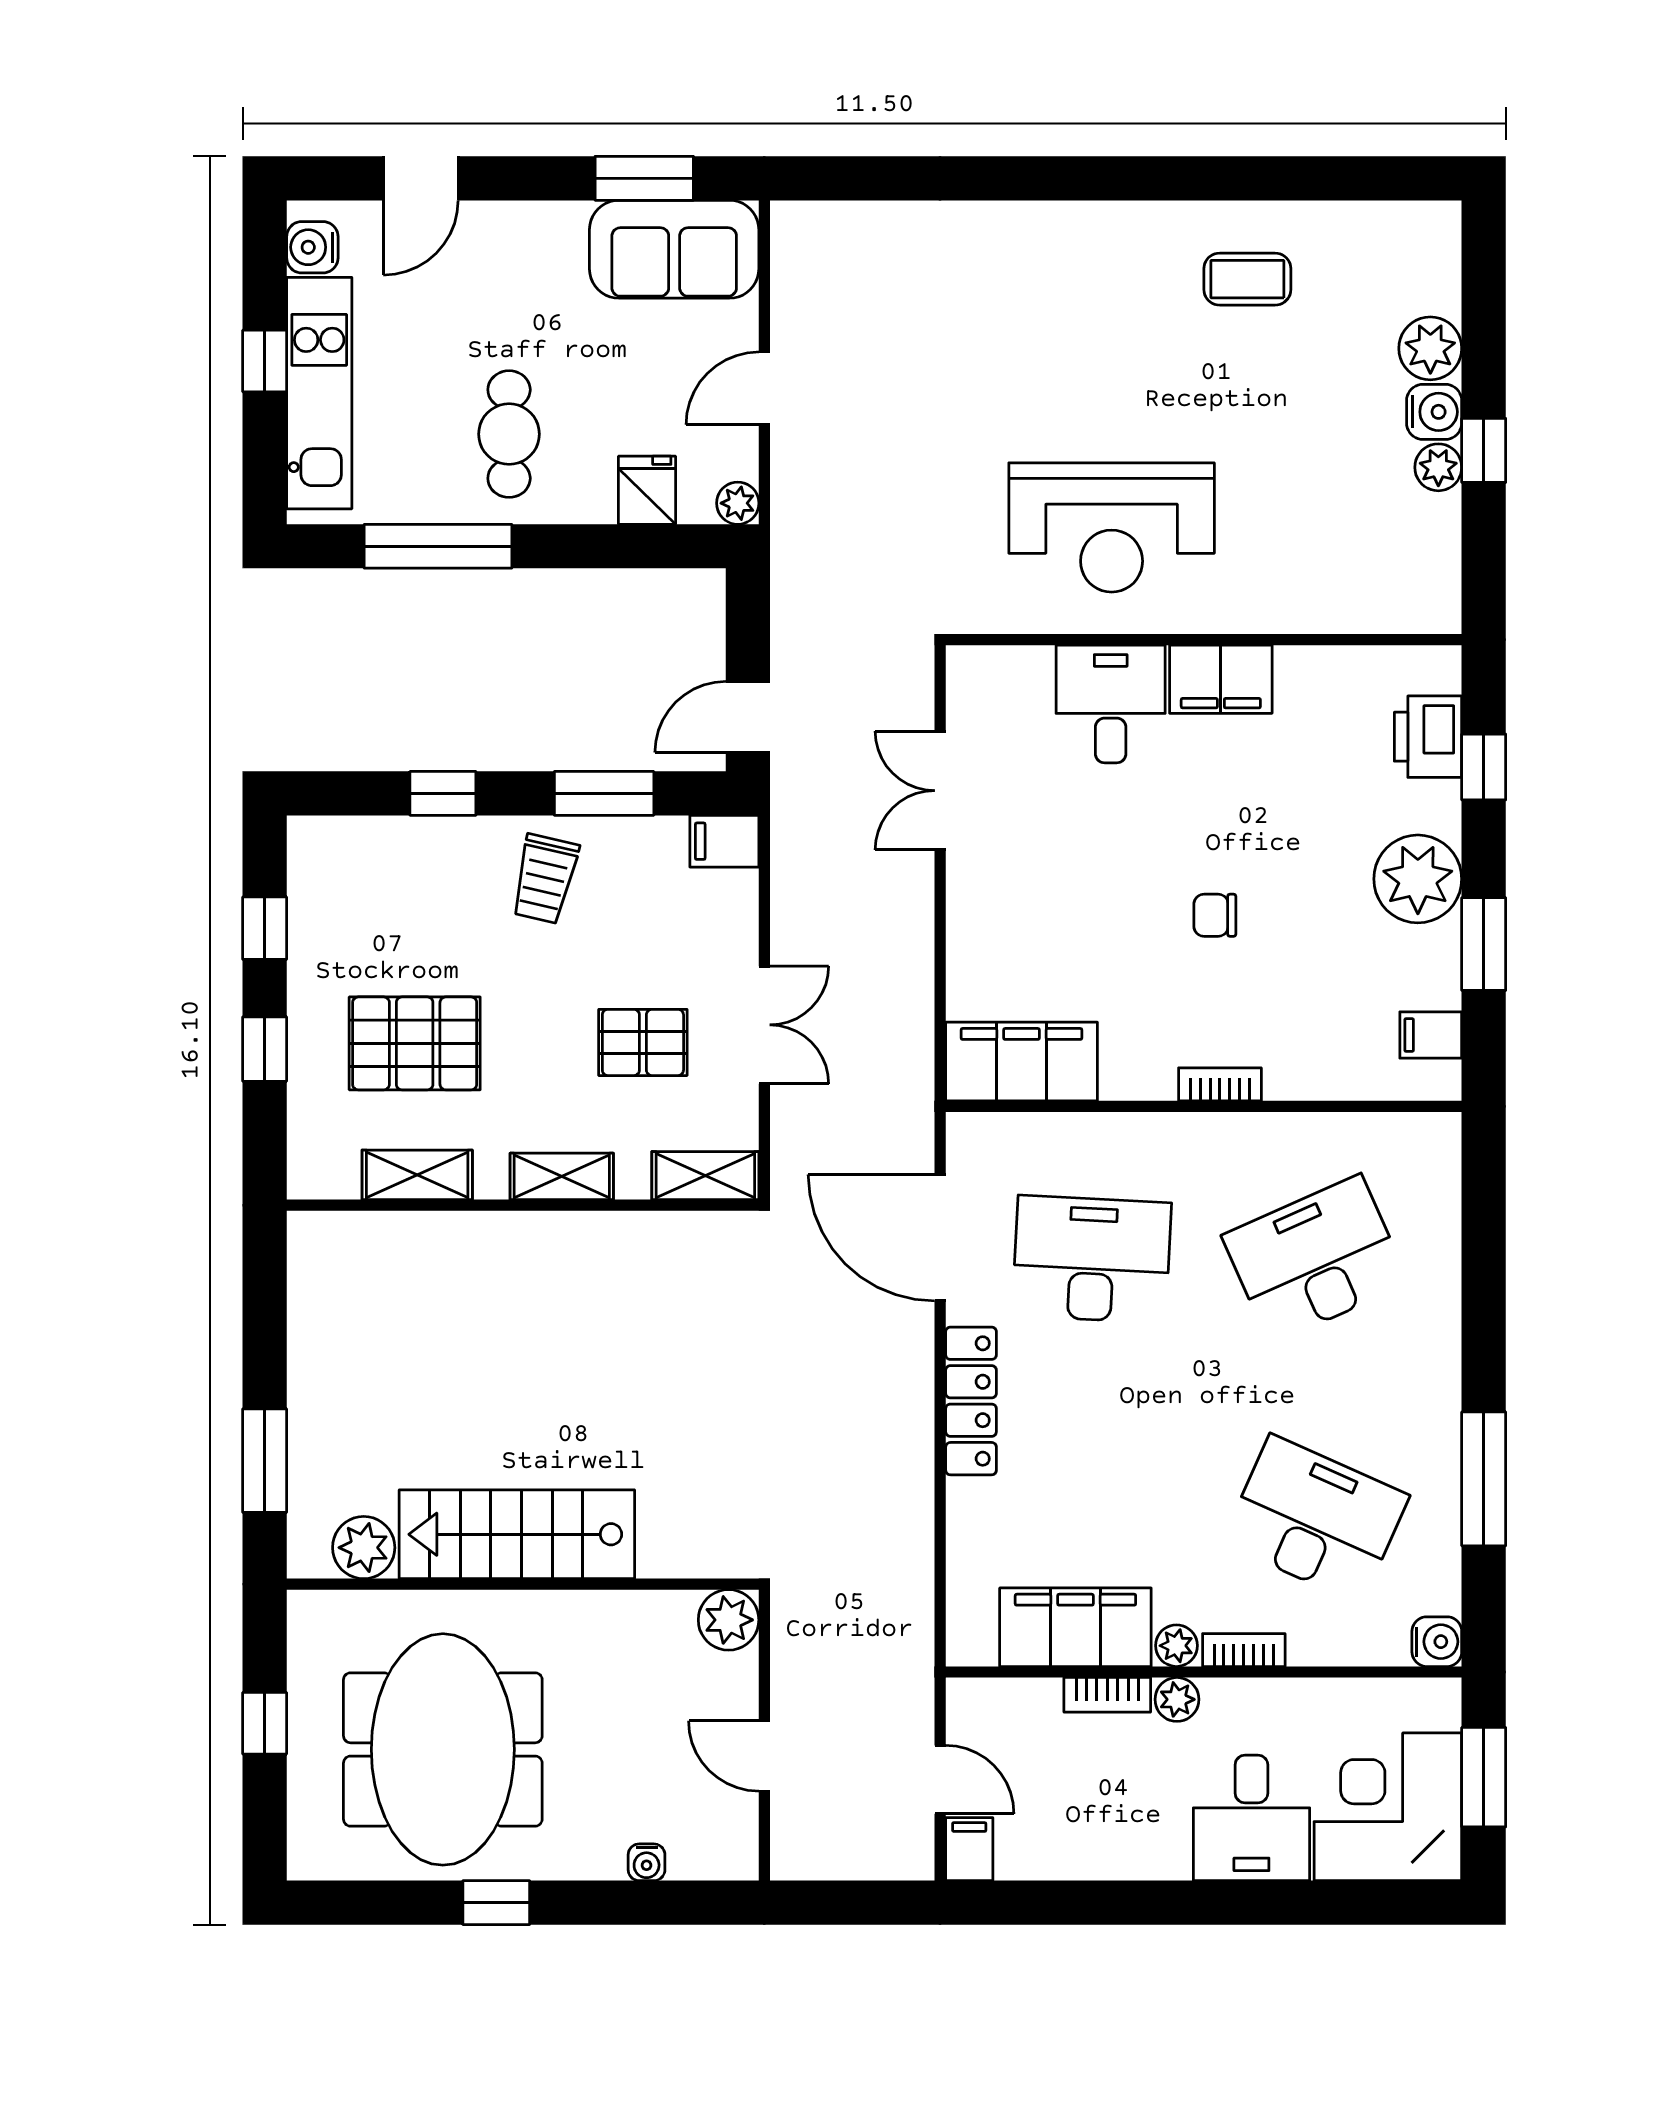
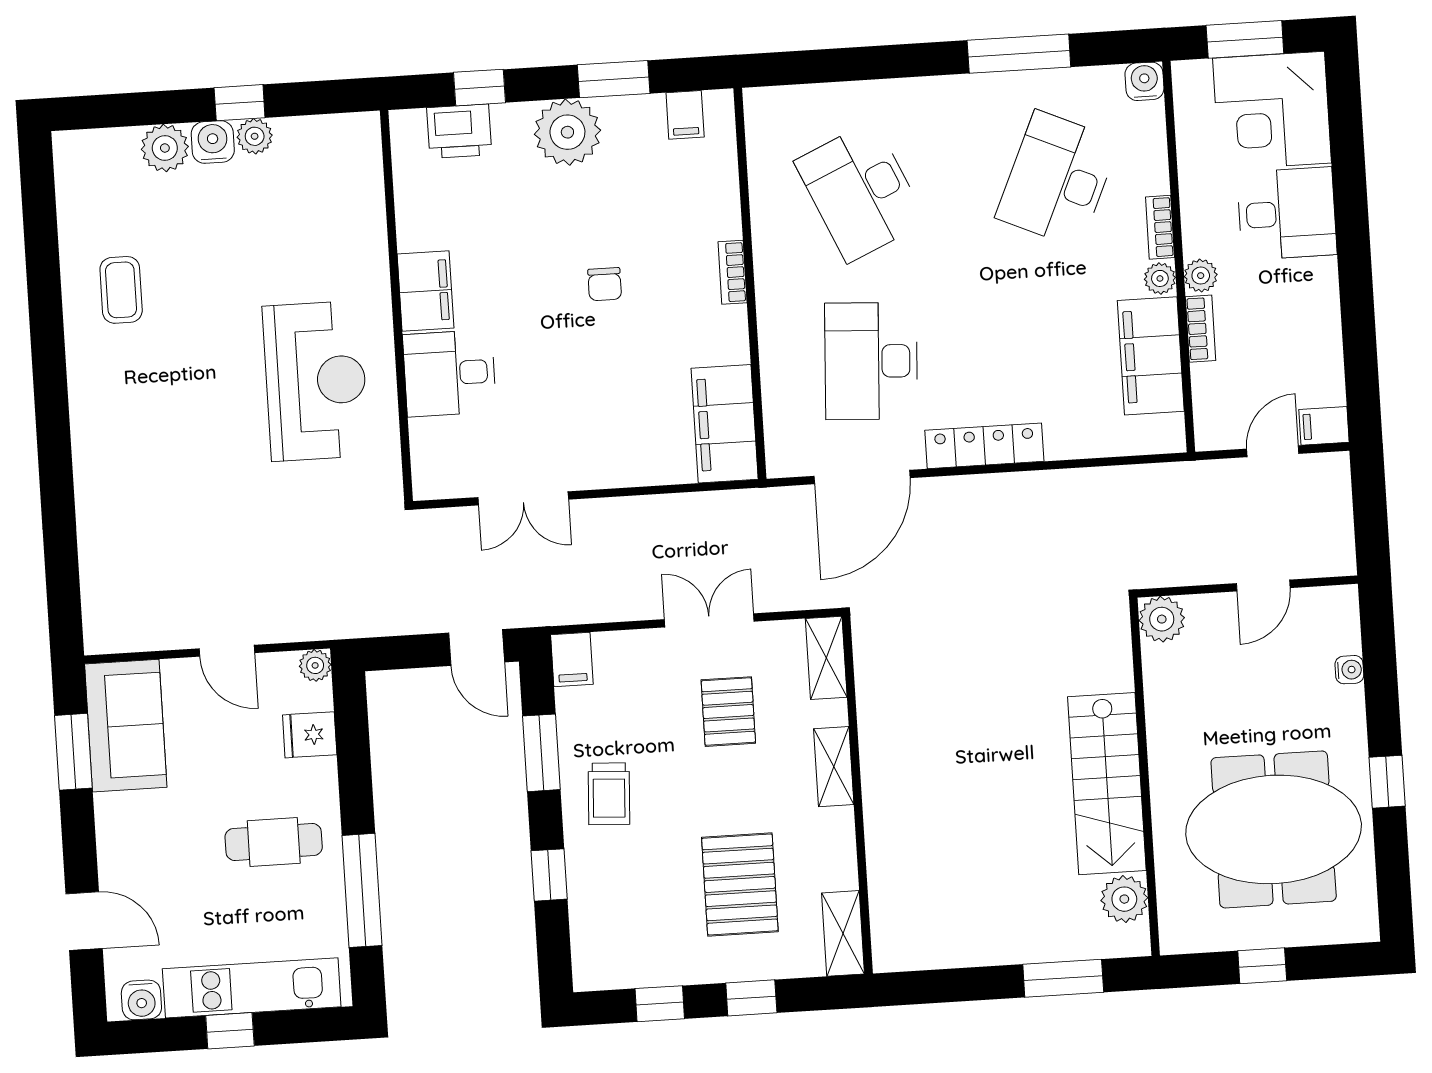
trolley: (545, 879) -> (609, 794), turned 80
shelving: (417, 1175) -> (843, 933), moved

